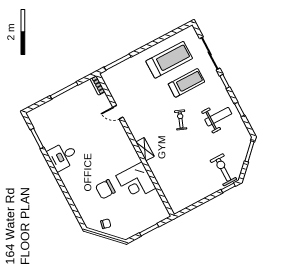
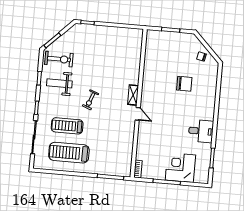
door: (118, 112) -> (138, 114), moved
exercise bike: (223, 170) -> (59, 59), moved, turned -90
corner desk: (136, 182) -> (180, 167), moved, turned -90

